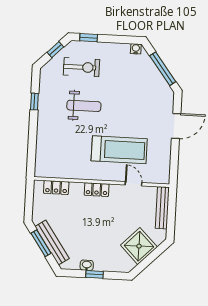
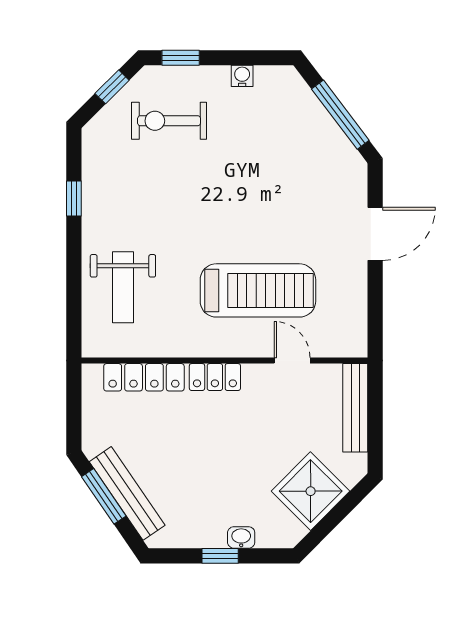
water cooler: (136, 49) -> (242, 76), moved
exercise bike: (81, 67) -> (169, 121), turned 180
weight bench: (84, 106) -> (123, 287), moved, turned 90
locker: (56, 188) -> (144, 377), width x1.53
washbasin: (87, 265) -> (241, 537), moved

